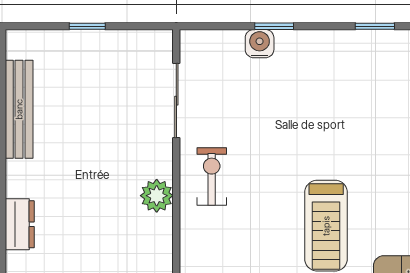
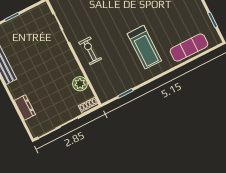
plant: (157, 196) -> (80, 84), moved

